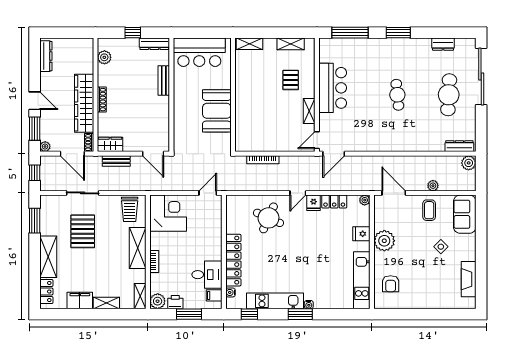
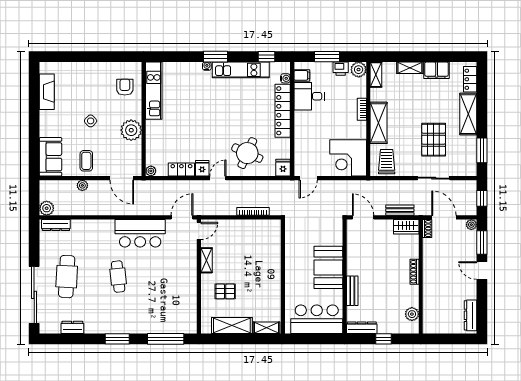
shelving: (291, 44) -> (232, 326), width x1.50, depth x1.33
pallet: (291, 80) -> (225, 291), turned 90
bar counter: (333, 88) -> (140, 233), moved, turned -90
wardrobe: (84, 103) -> (432, 268), removed
booth: (217, 111) -> (328, 267), moved
fridge: (361, 234) -> (283, 168), moved, turned -90
side table: (441, 247) -> (91, 121), moved

